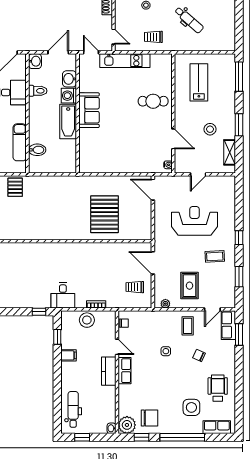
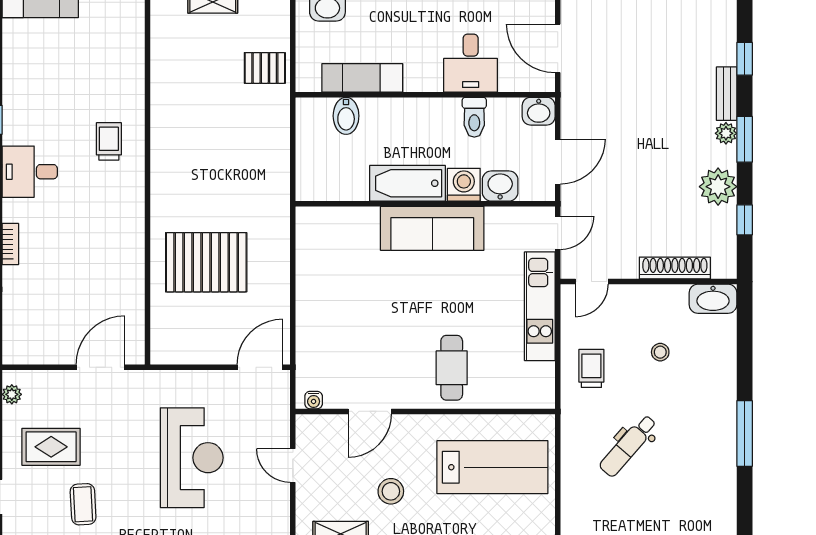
door: (58, 52) -> (558, 162), hinge flipped
lab bench: (199, 82) -> (492, 467), width x1.36, depth x1.39
sofa: (89, 110) -> (432, 228), width x1.36
coffee table: (215, 256) -> (83, 504), moved
trolley: (135, 287) -> (109, 141), moved

